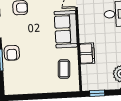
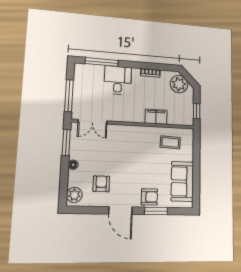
sofa: (66, 29) -> (182, 181), moved, turned 90

